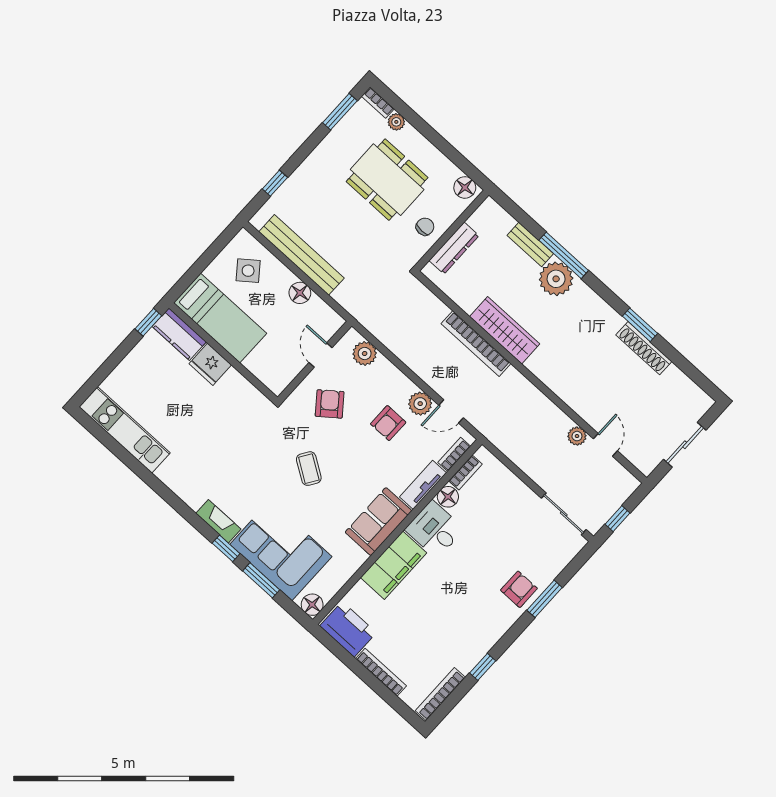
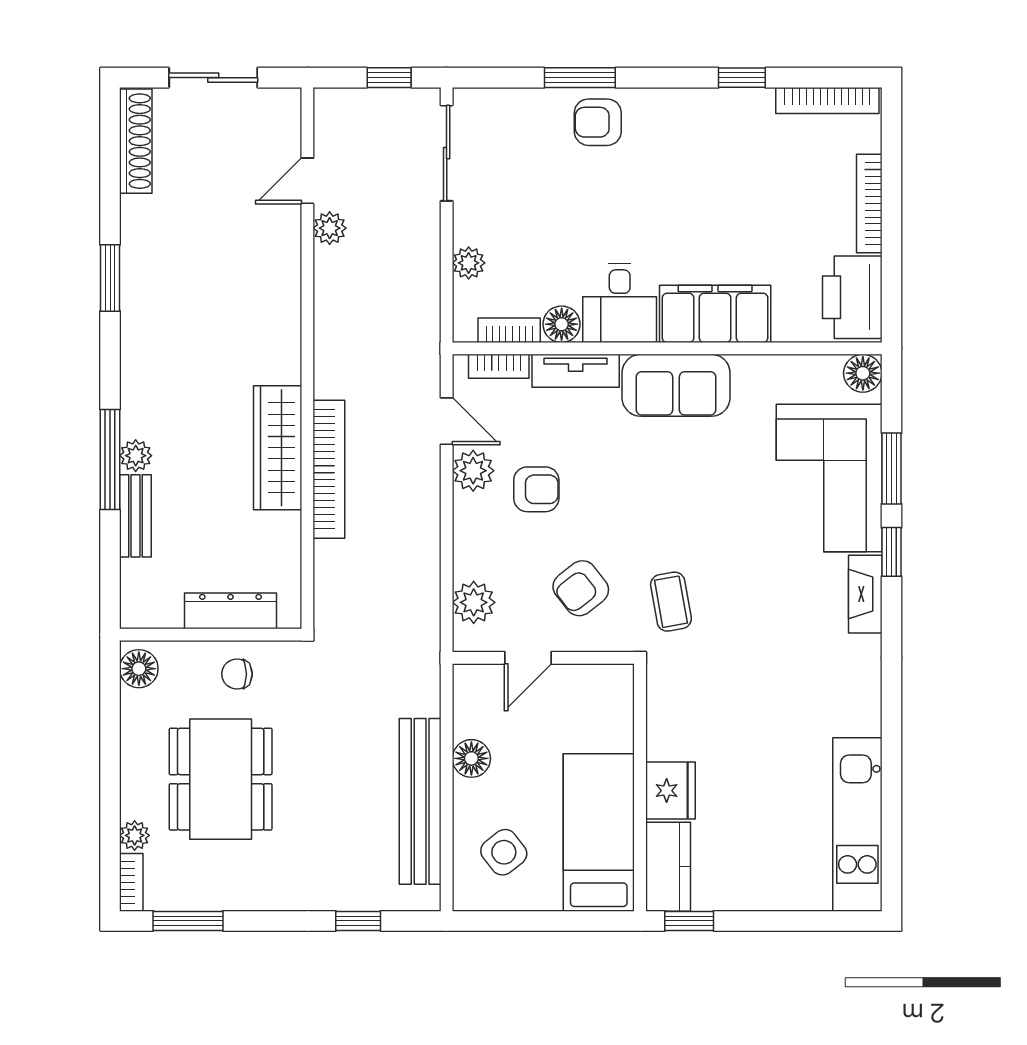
plant: (556, 279) -> (136, 456), width x0.53, depth x0.53
shoe rack: (644, 348) -> (136, 141), moved
coffee table: (309, 469) -> (671, 602), moved, turned -43
plant: (509, 481) -> (469, 263), added

